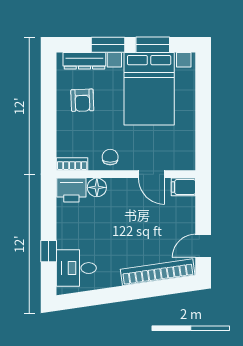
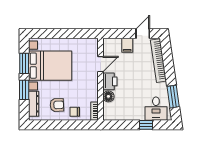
chair: (110, 157) -> (75, 112), moved
filing cabinet: (183, 187) -> (127, 45), moved
printer: (71, 190) -> (110, 81), moved
door: (203, 246) -> (143, 34), swing flipped
window: (97, 297) -> (173, 97), added

